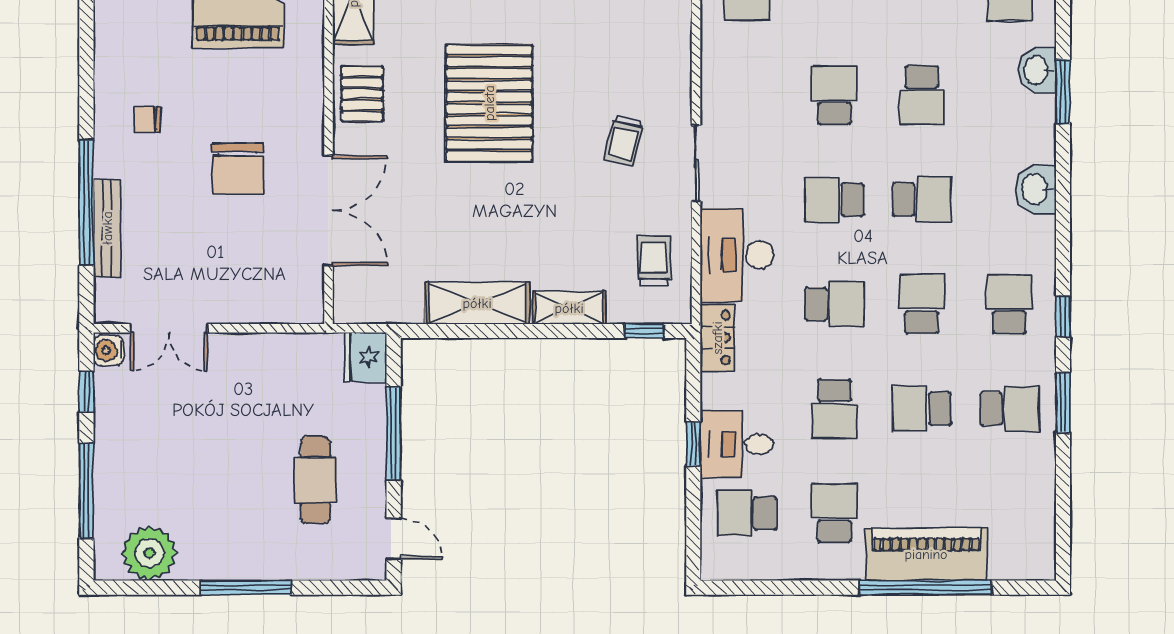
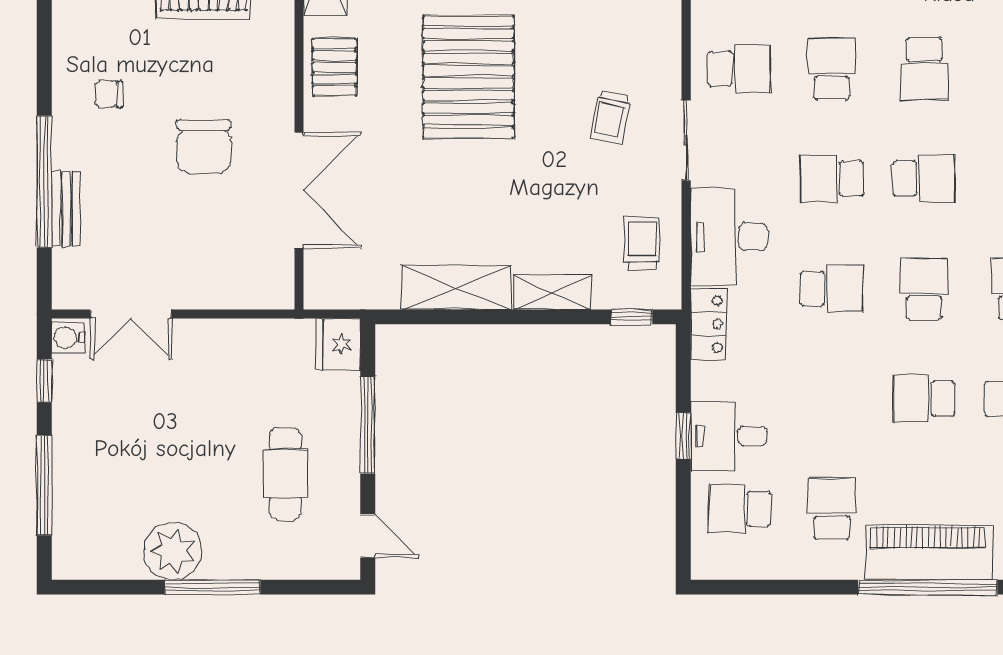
bench: (107, 228) -> (66, 209), width x0.73
school desk: (834, 409) -> (740, 69), moved, turned -90
plant: (149, 553) -> (173, 551), moved

